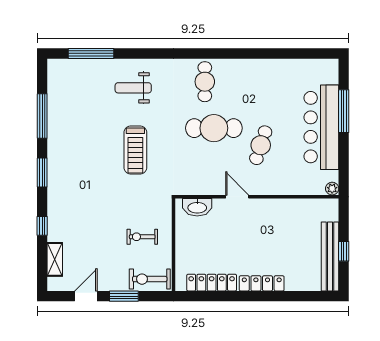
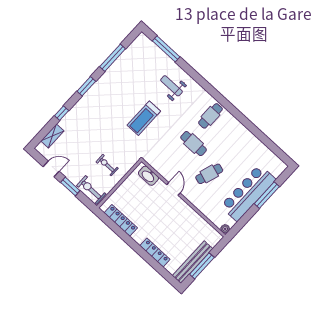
cafe table: (214, 128) -> (194, 144), width x0.73, depth x0.74
window: (344, 251) -> (202, 266), width x2.17
locker: (262, 283) -> (155, 253), moved

